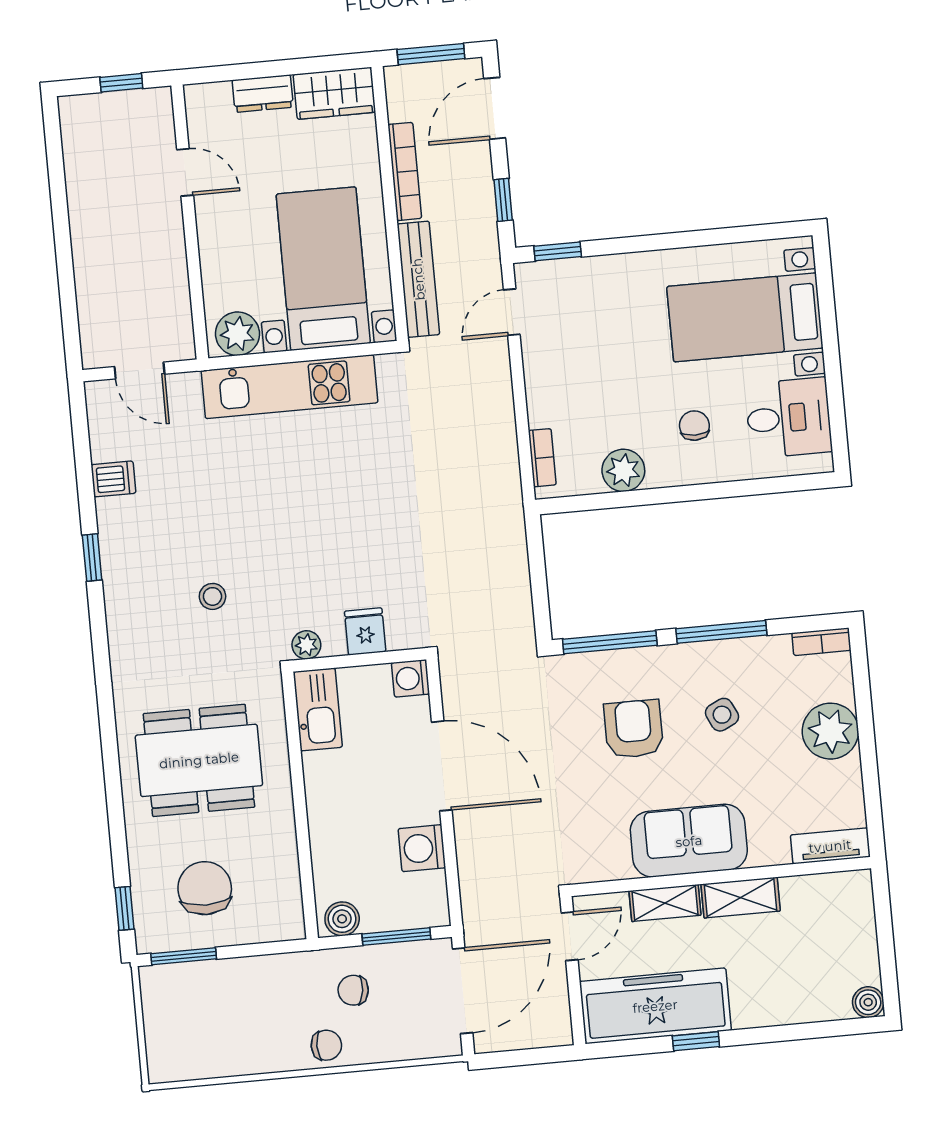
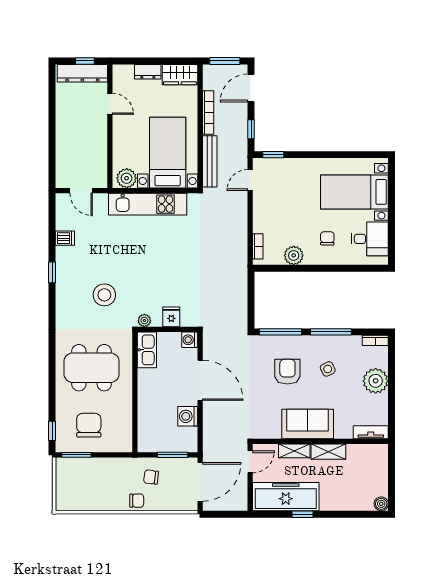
dresser: (118, 110) -> (82, 73), added
stool: (212, 596) -> (104, 295), width x1.89, depth x1.89
boiler: (342, 919) -> (149, 445), removed

